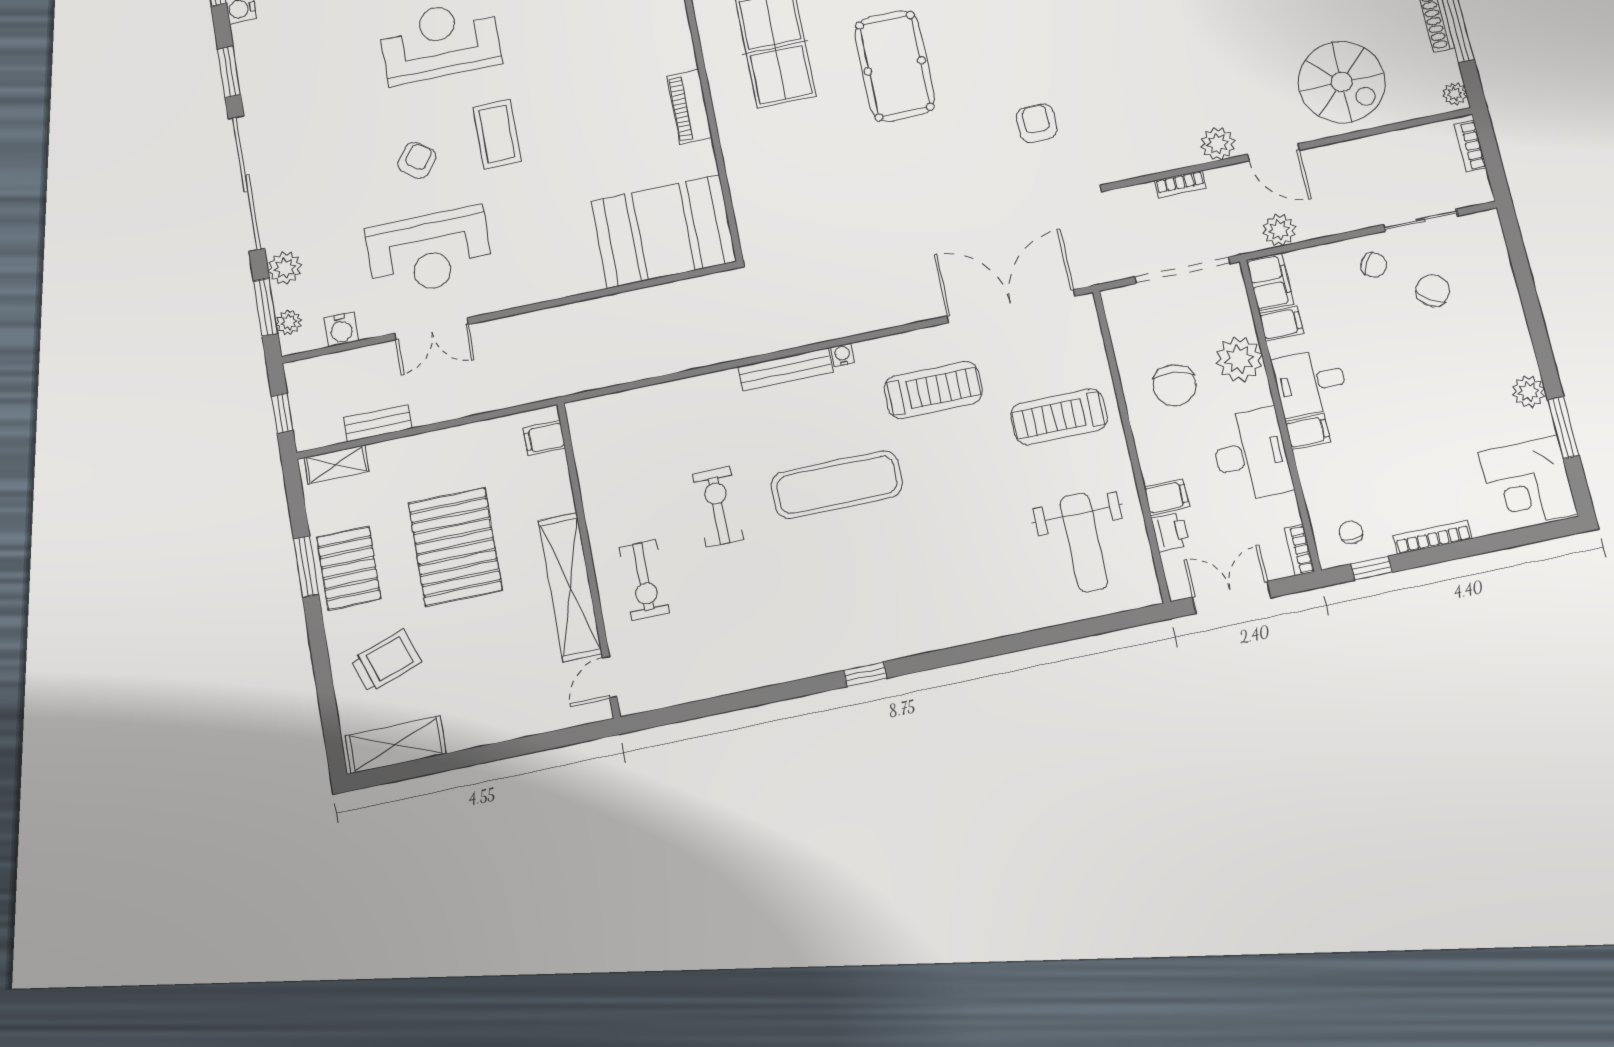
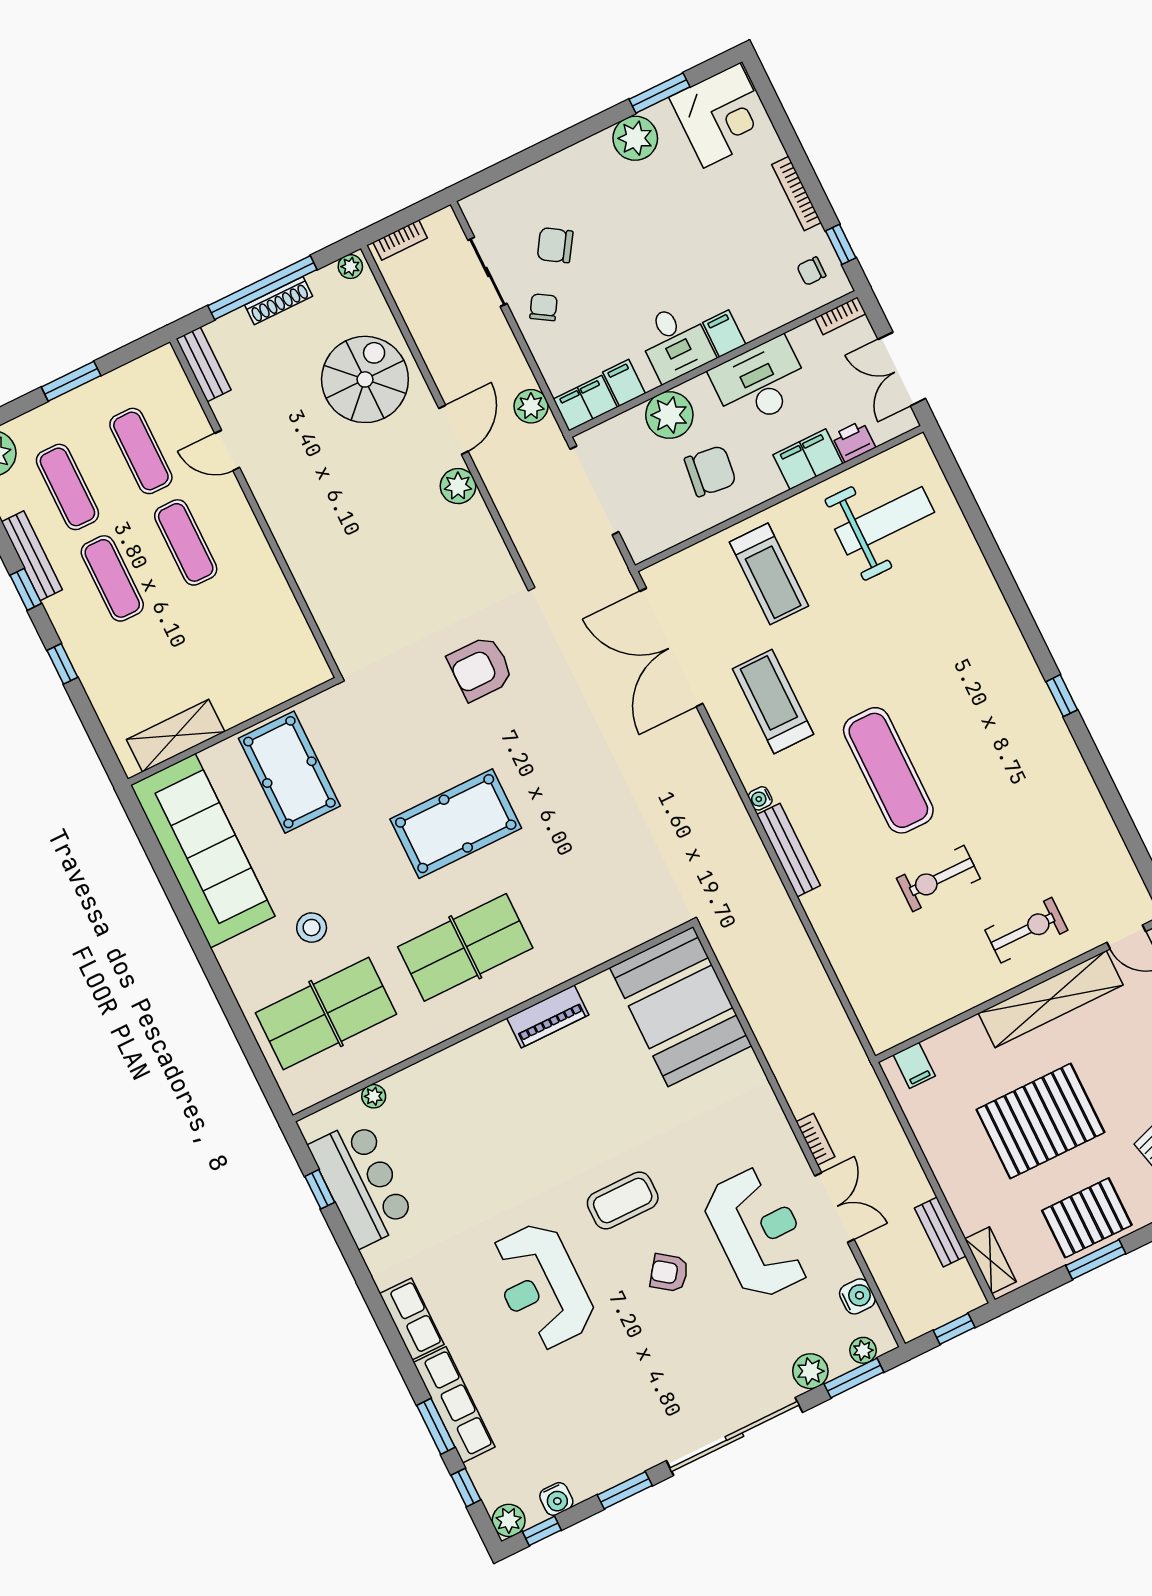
armchair: (1037, 123) -> (480, 668), width x1.38, depth x1.38
bookcase: (1180, 184) -> (815, 1139), moved
plant: (1529, 392) -> (635, 138), width x1.36, depth x1.36
filing cabinet: (1167, 497) -> (808, 459), width x2.00

